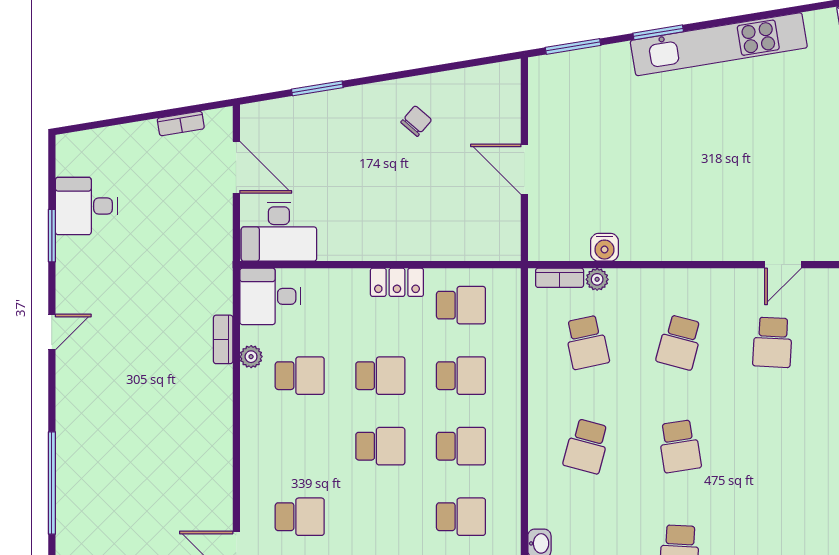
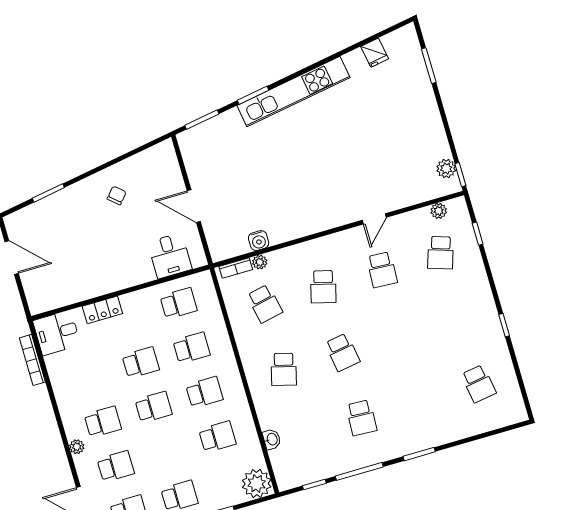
desk: (279, 232) -> (170, 256), moved, width x0.73
locker: (397, 282) -> (102, 310), moved
bookcase: (223, 339) -> (32, 360), width x1.56
plant: (251, 357) -> (77, 447), moved
school desk: (300, 376) -> (103, 422), moved

